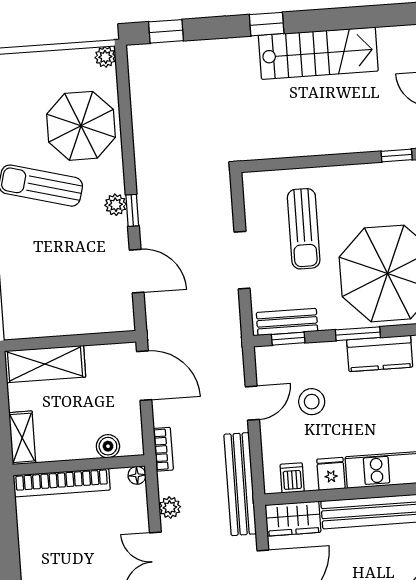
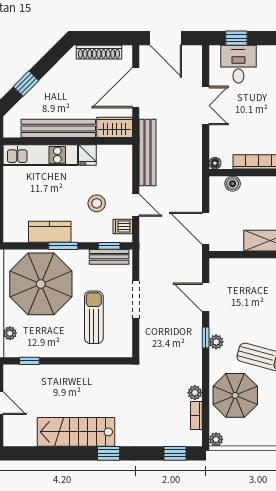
door: (252, 403) -> (136, 205), swing flipped
bookcase: (163, 449) -> (196, 415), moved
dishwasher: (292, 478) -> (123, 227), moved, turned 90
plant: (170, 507) -> (195, 393), moved

